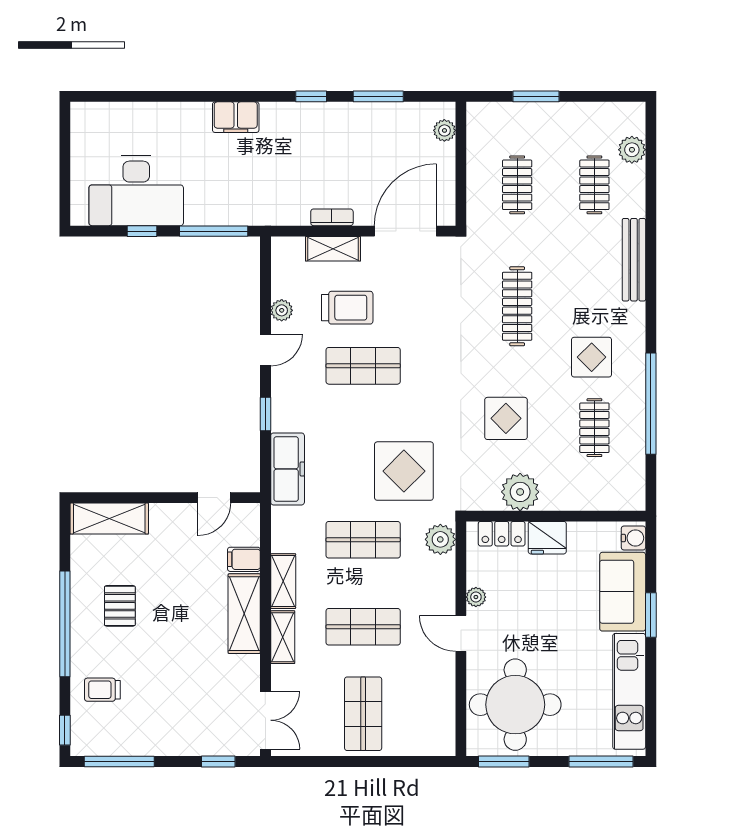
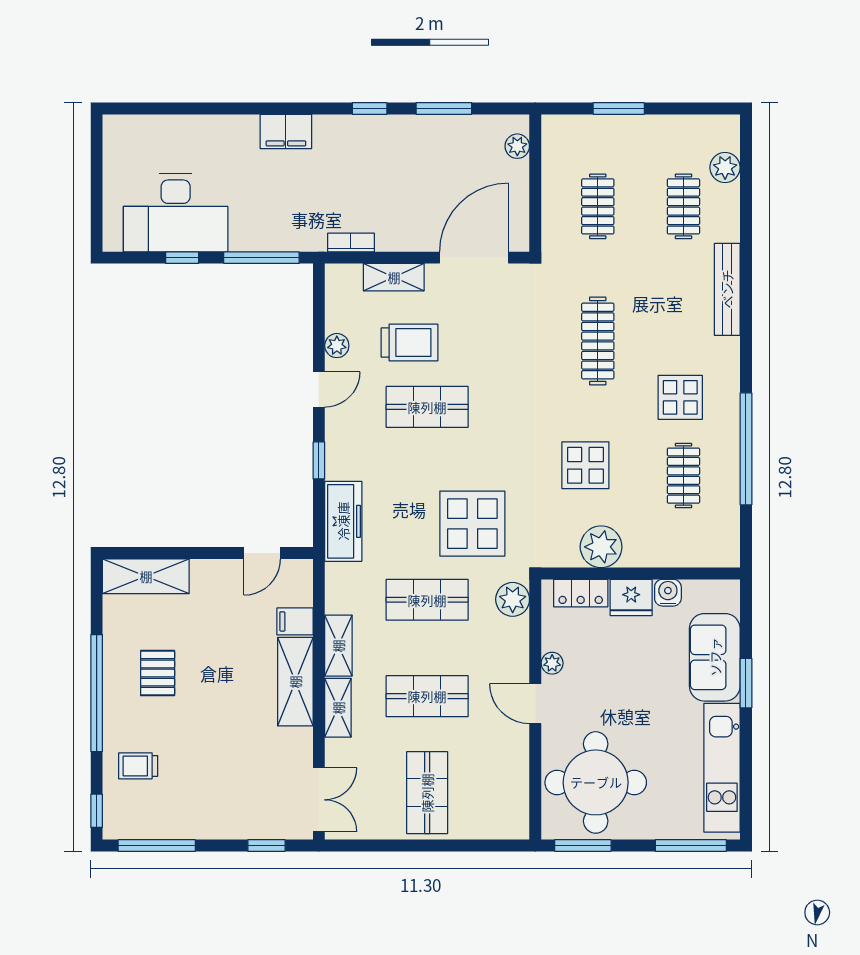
bookcase: (332, 217) -> (351, 242), moved
water cooler: (633, 538) -> (668, 593), moved, turned -90

